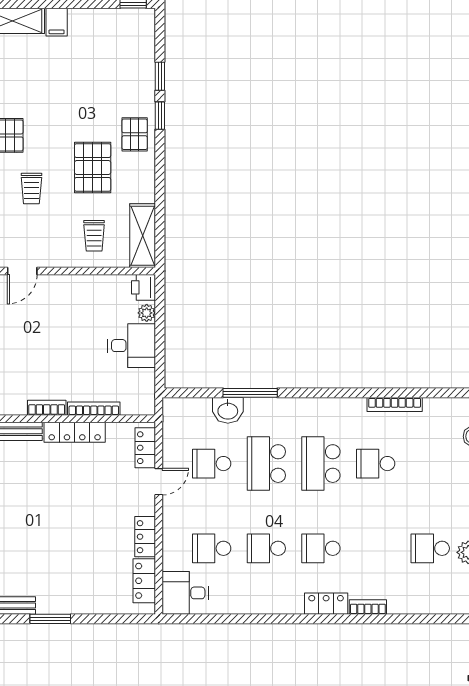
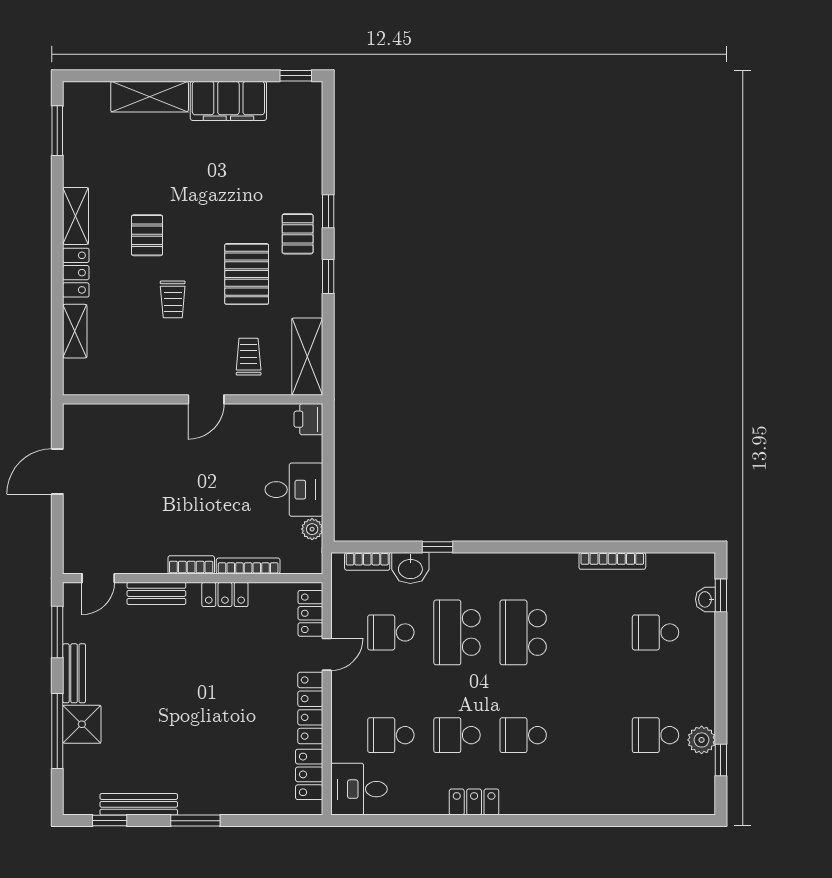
filing cabinet: (57, 22) -> (228, 101), width x3.00, depth x1.17
window: (160, 76) -> (328, 276), moved
trolley: (94, 236) -> (249, 357), turned 180
door: (22, 271) -> (206, 399), moved
plant: (147, 313) -> (312, 529), moved
window: (250, 393) -> (437, 547), width x0.46
locker: (75, 432) -> (225, 594), width x0.66
school desk: (376, 464) -> (656, 632), moved
locker: (145, 537) -> (310, 708), width x1.53
locker: (326, 604) -> (474, 802), moved
bookcase: (368, 607) -> (367, 561), moved, turned 180

